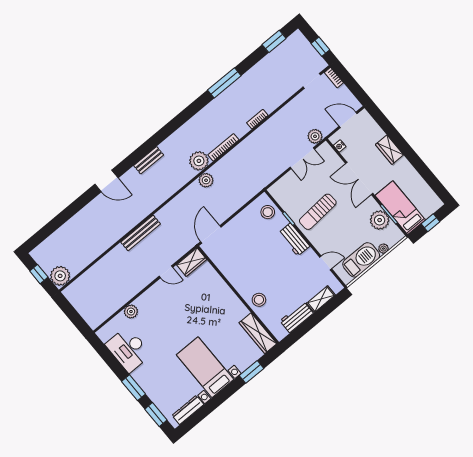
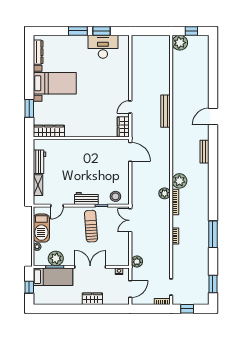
double door: (302, 158) -> (130, 220), moved
plant: (206, 180) -> (165, 193), moved
stool: (259, 300) -> (68, 148), removed
plant: (131, 312) -> (124, 67), removed
window: (156, 415) -> (101, 31), moved

